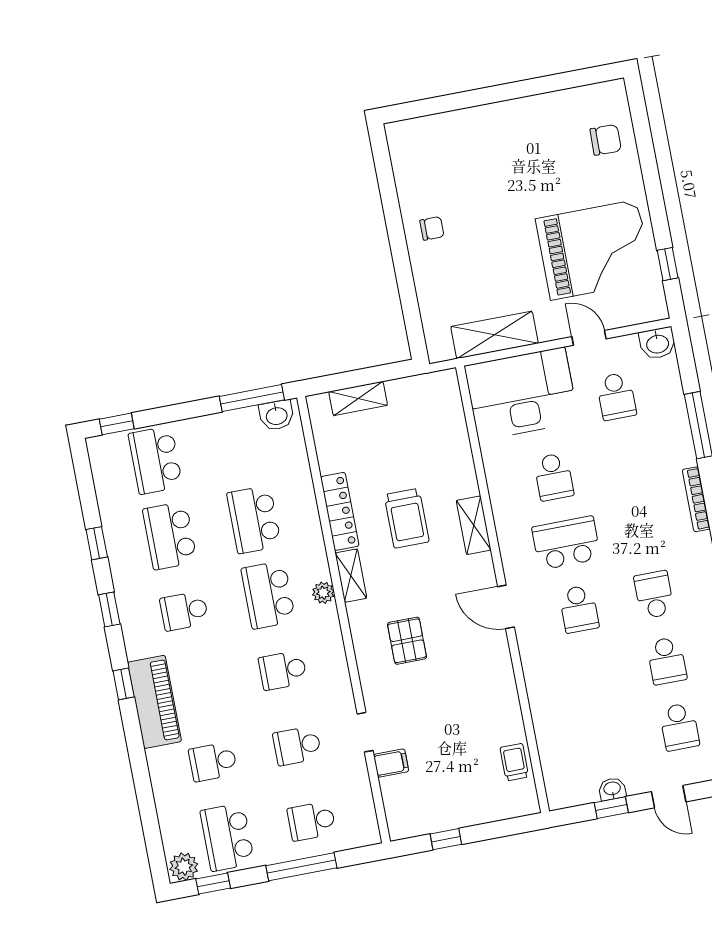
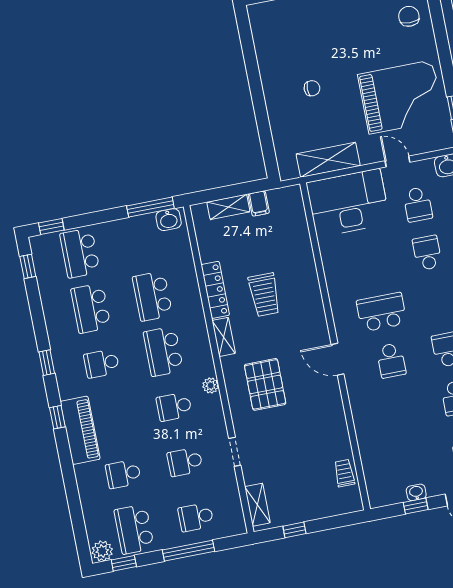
chair: (606, 140) -> (409, 16), turned -91
chair: (432, 228) -> (312, 88), moved
school desk: (554, 477) -> (427, 253), moved, turned 180
shelving: (474, 525) -> (257, 505), moved
window: (97, 543) -> (28, 266), moved
plant: (323, 593) -> (211, 385), moved
pallet: (407, 641) -> (265, 384), width x1.50, depth x1.42
filing cabinet: (391, 763) -> (259, 203), moved, turned 90

